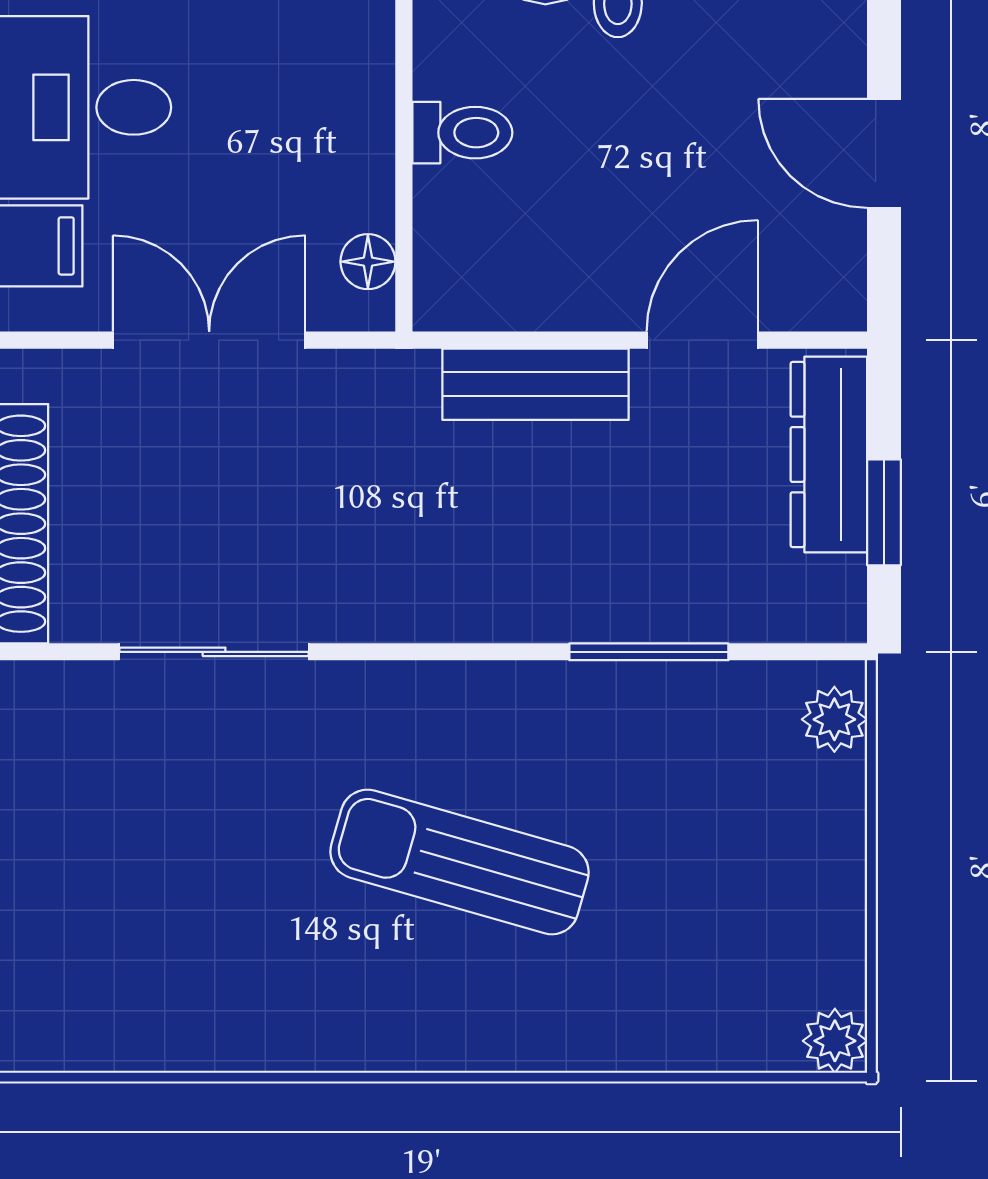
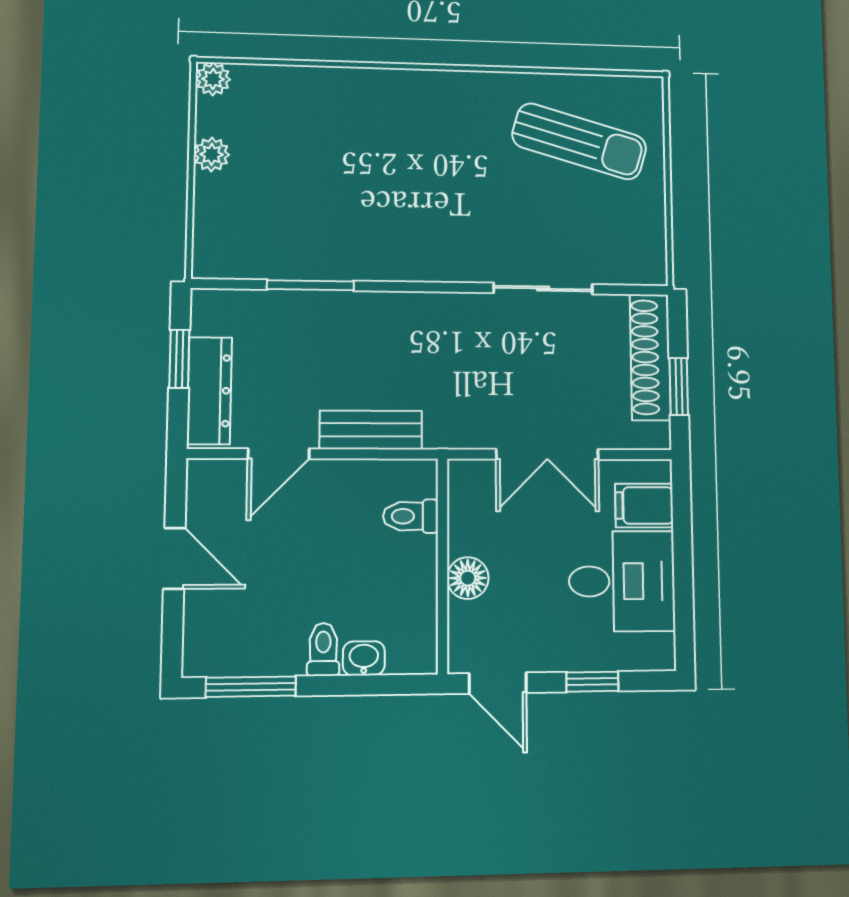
toilet: (462, 133) -> (411, 516), moved
floor lamp: (368, 262) -> (468, 578), moved, width x1.37, depth x1.37
plant: (834, 719) -> (212, 154), moved
sun lounger: (460, 862) -> (579, 141), moved

